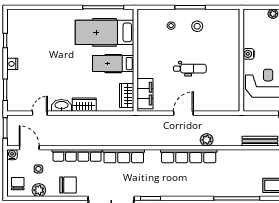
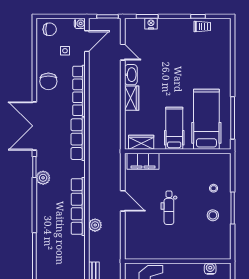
trolley: (15, 36) -> (202, 27), added
water cooler: (249, 54) -> (210, 269), moved
nightstand: (12, 64) -> (151, 24), moved
plant: (39, 190) -> (43, 178), moved

